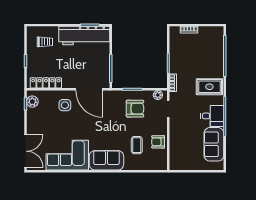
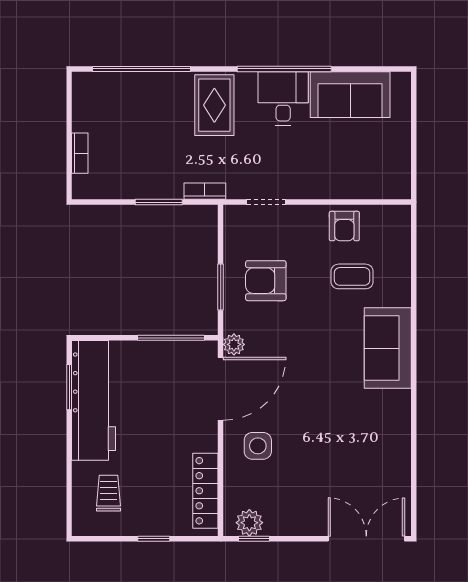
plant: (158, 95) -> (234, 344), moved
armchair: (135, 109) -> (266, 281), turned -90
corner sofa: (67, 155) -> (376, 440), removed

